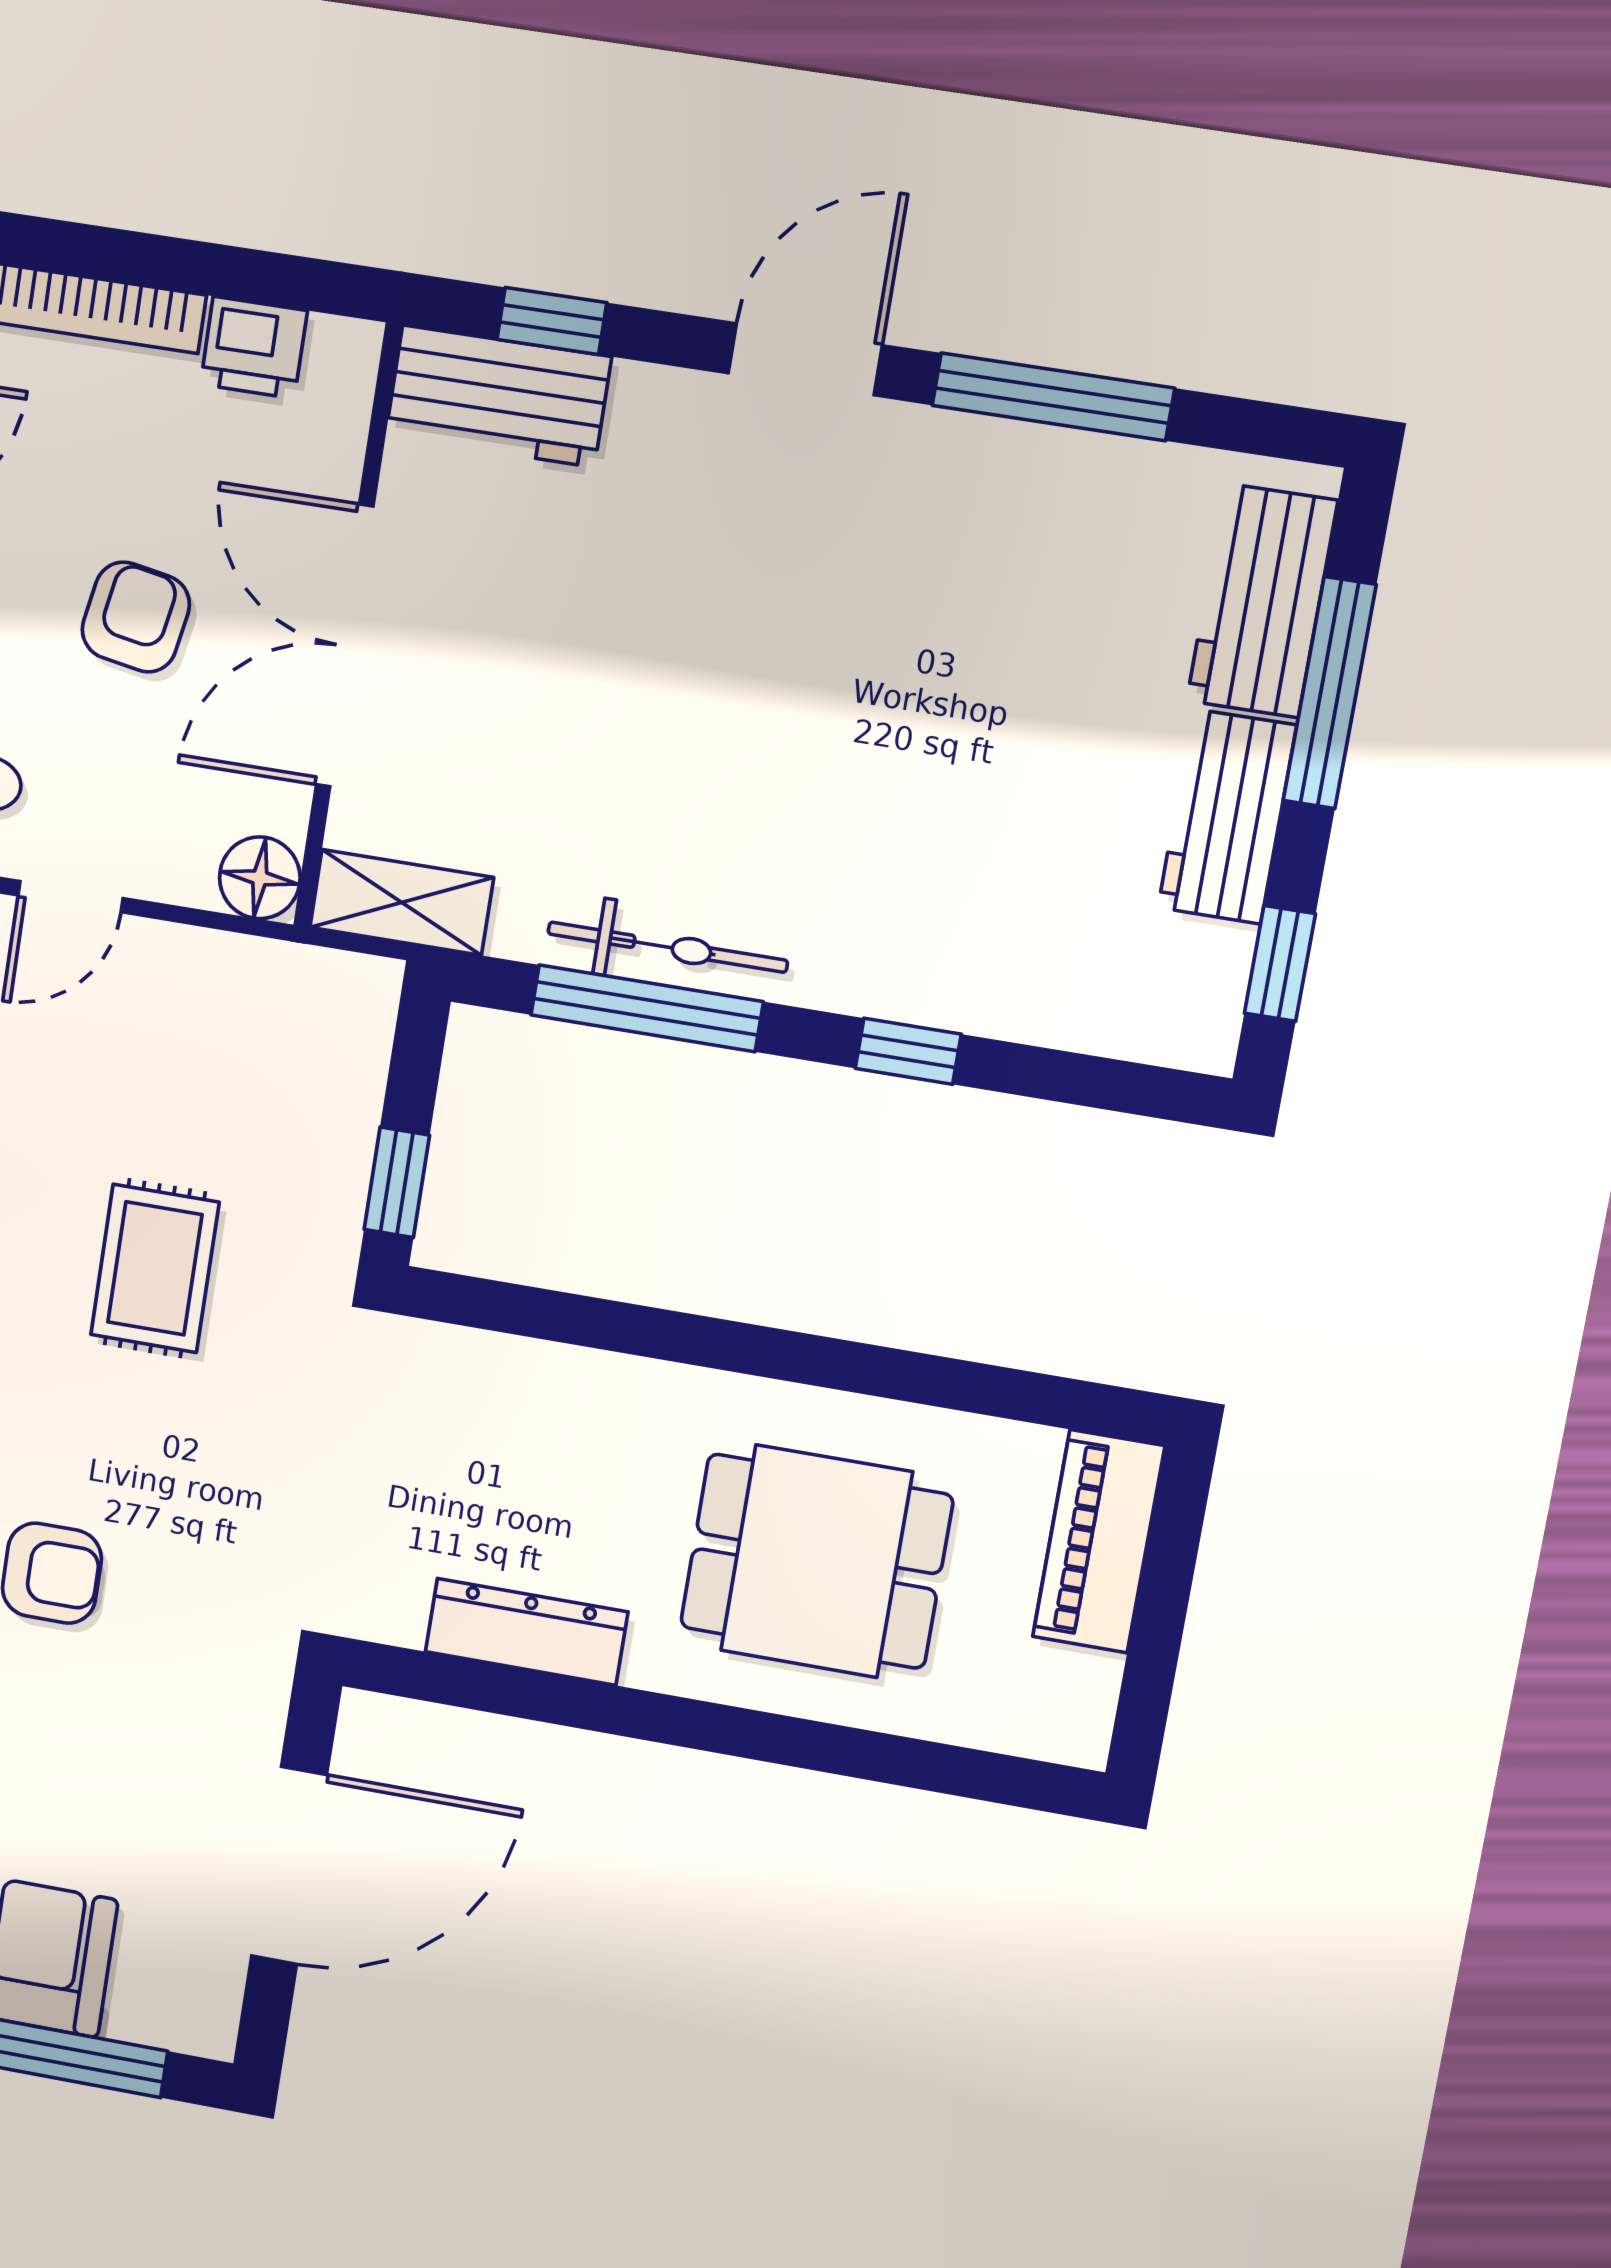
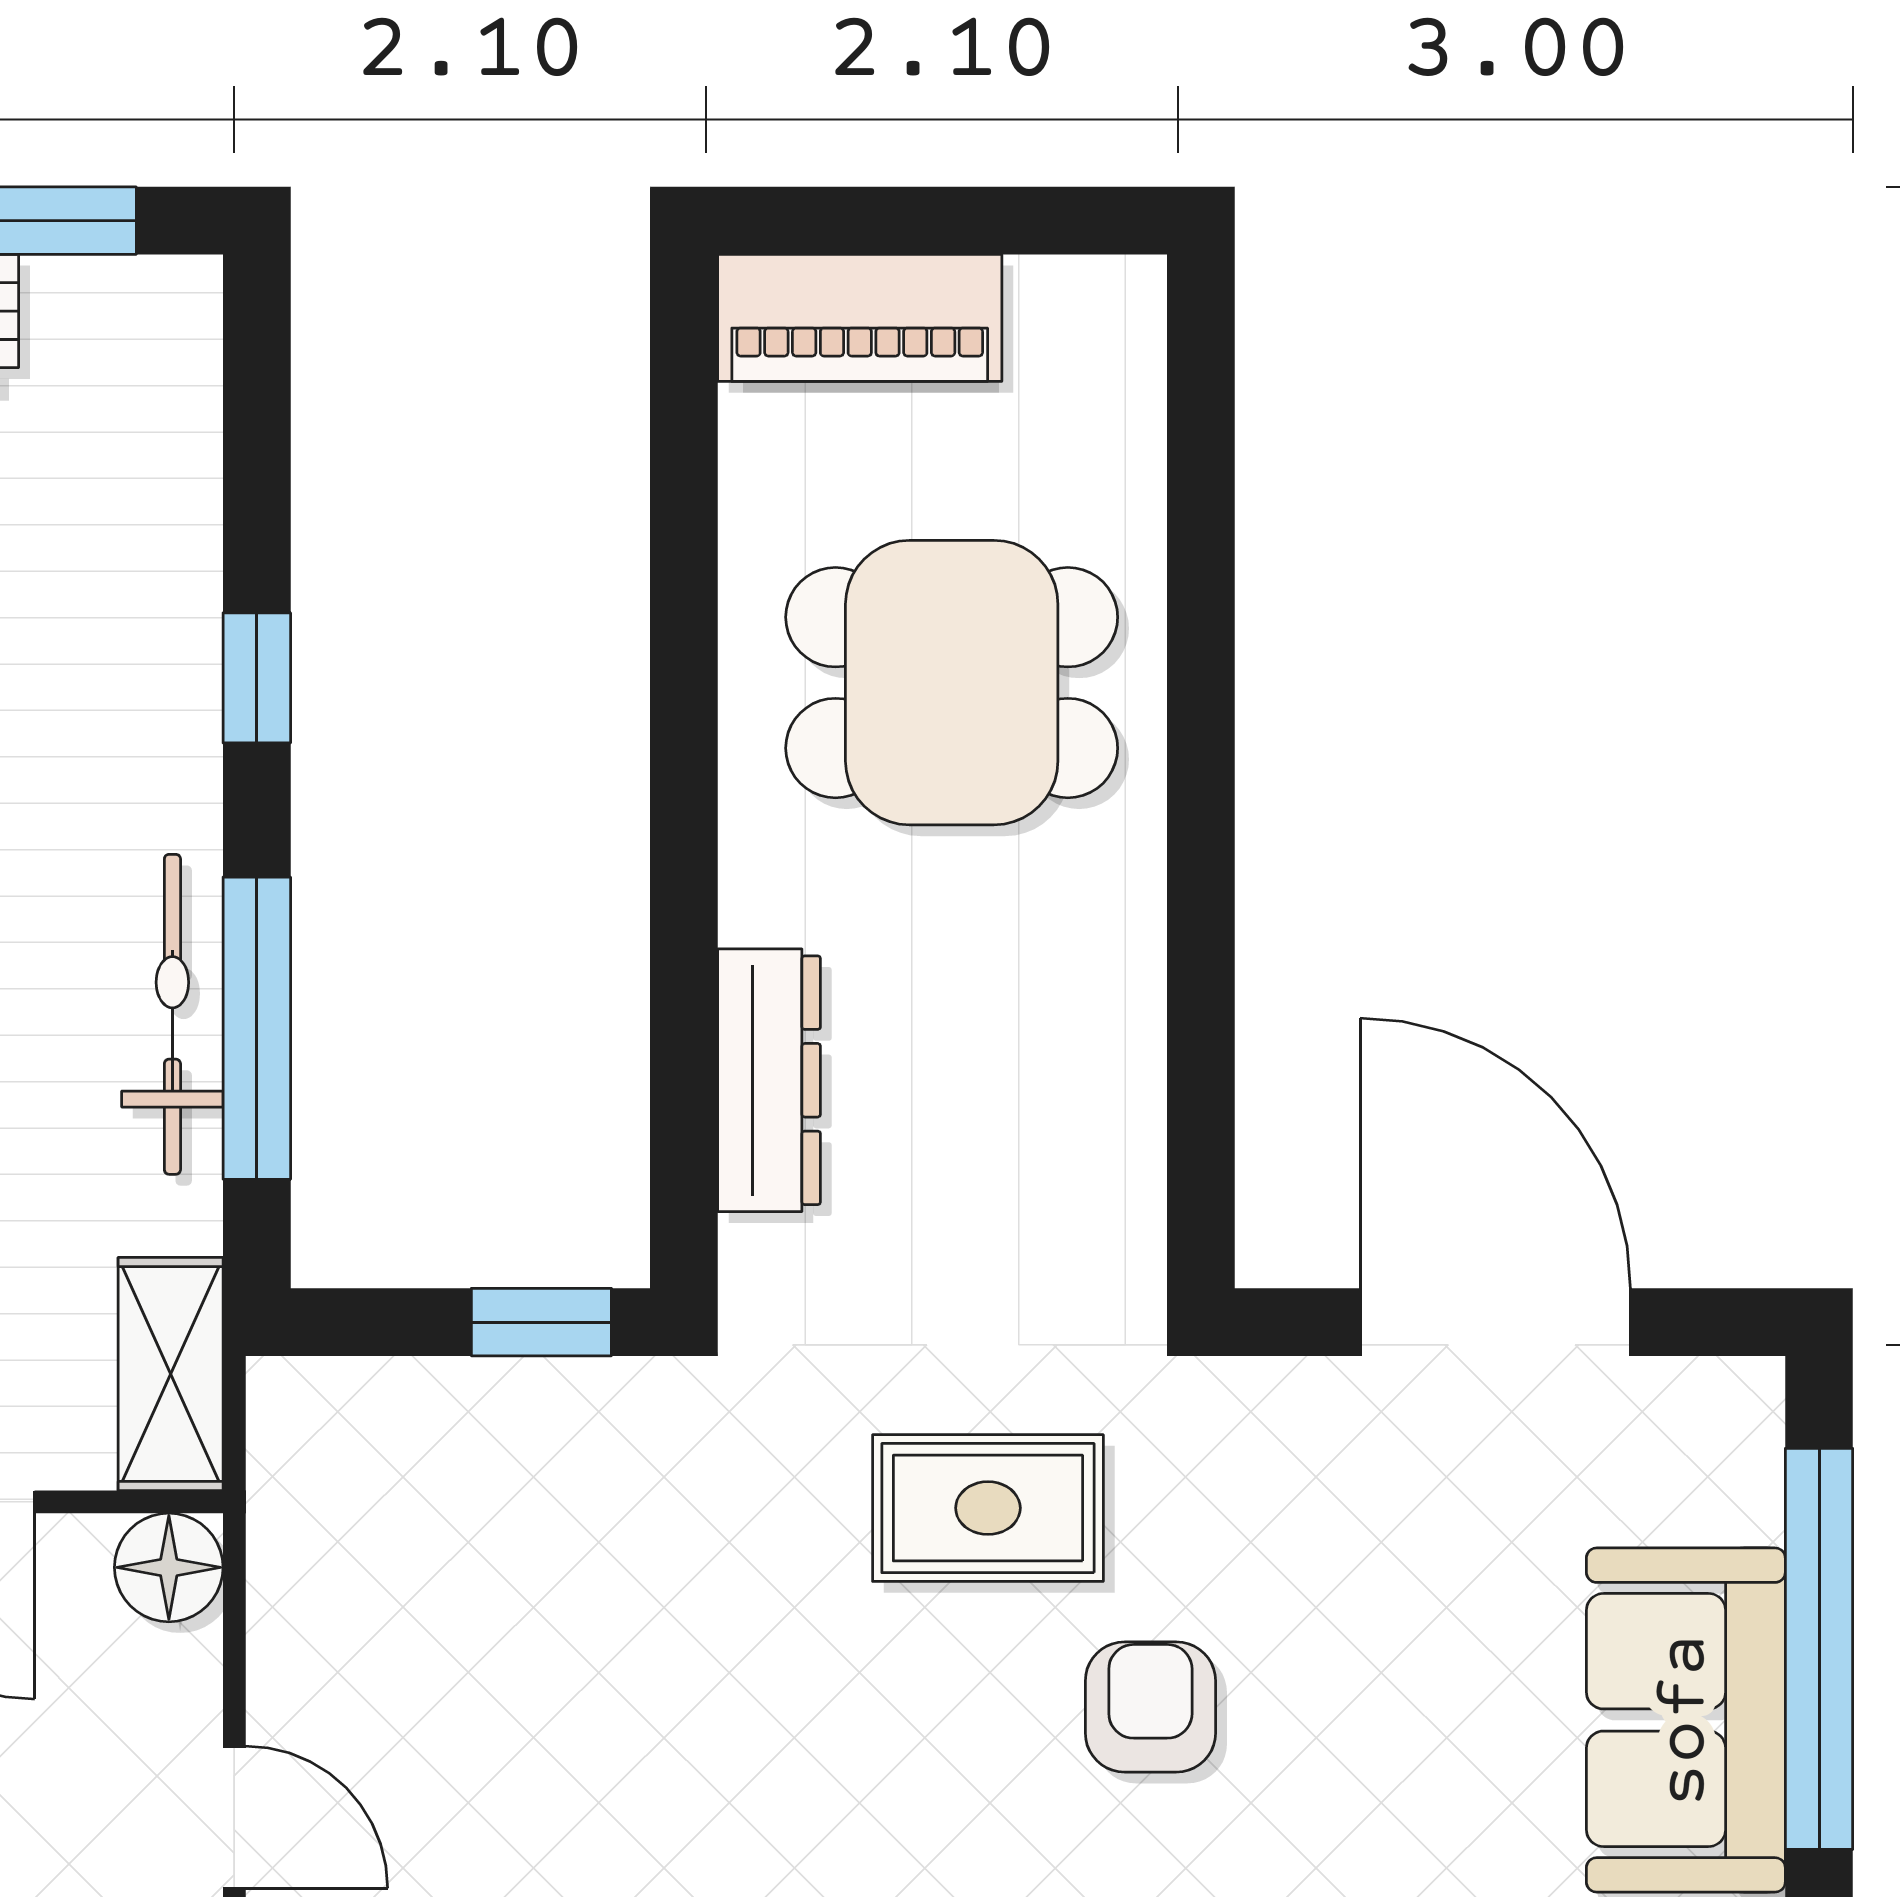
rug: (155, 1268) -> (988, 1508), moved
dining table: (817, 1561) -> (952, 683), turned 90
dresser: (527, 1632) -> (769, 1080), moved, turned 180

